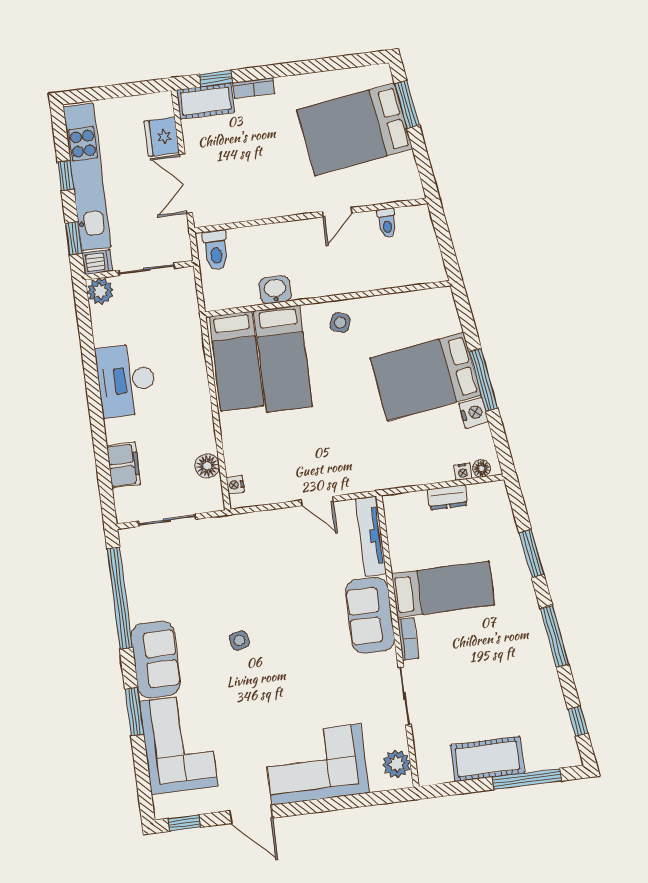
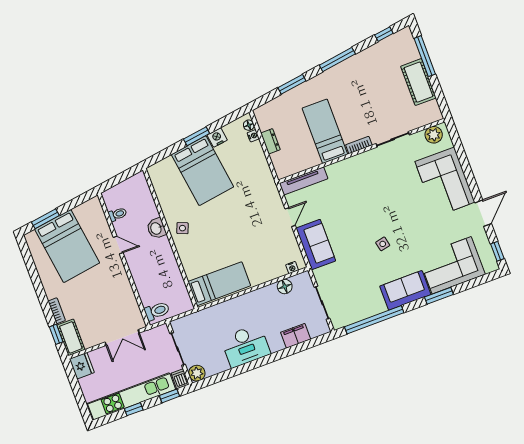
fridge: (162, 137) -> (82, 366), moved, turned -90
washbasin: (275, 290) -> (156, 228), moved
bed: (283, 359) -> (211, 257), removed
window: (483, 380) -> (197, 136), width x0.69
sofa: (370, 615) -> (316, 244), moved, turned -90

